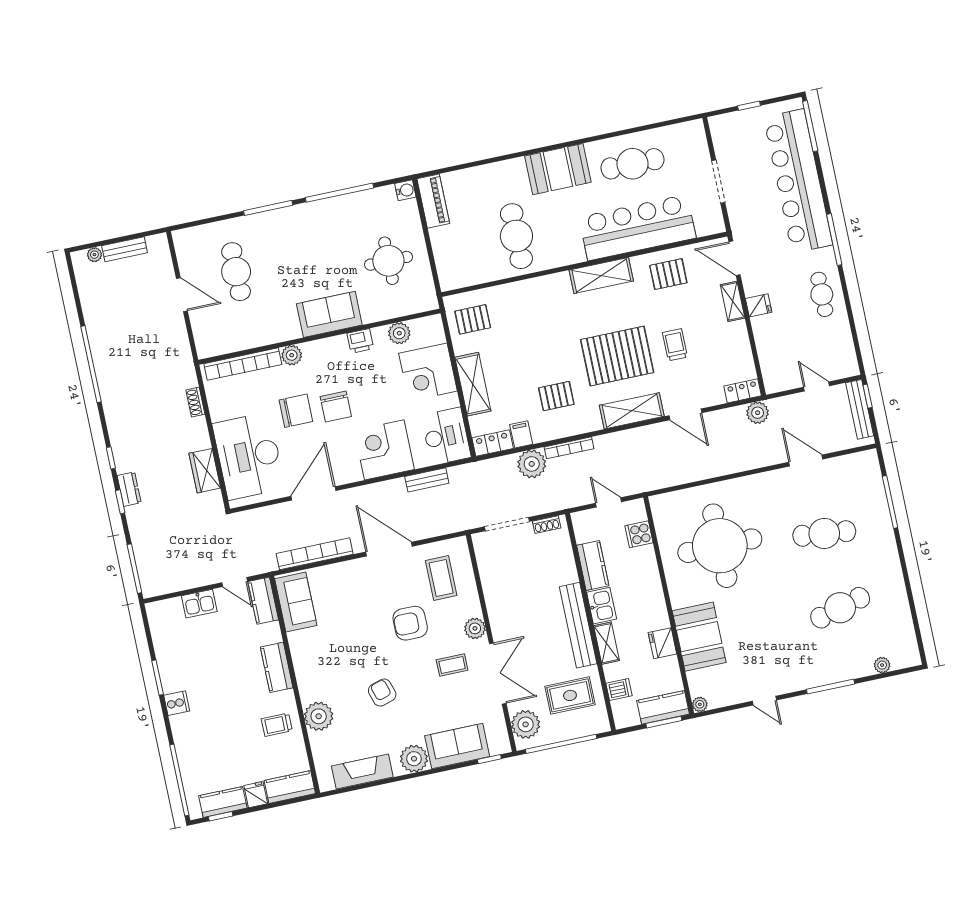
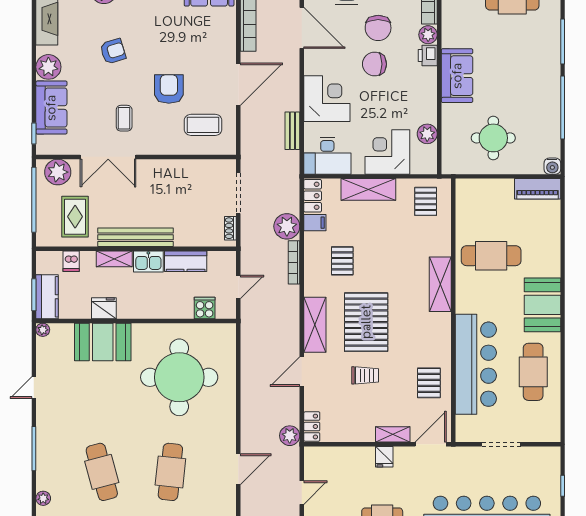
shelving: (601, 275) -> (440, 284), moved
printer: (360, 341) -> (428, 56), moved
plant: (475, 628) -> (152, 145), removed

